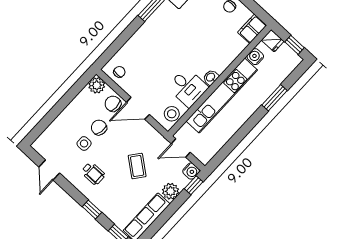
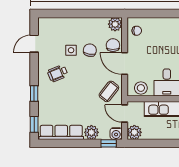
plant: (204, 154) -> (134, 132), added
coffee table: (137, 166) -> (109, 91), moved
wheelchair: (93, 173) -> (58, 73), turned 67

